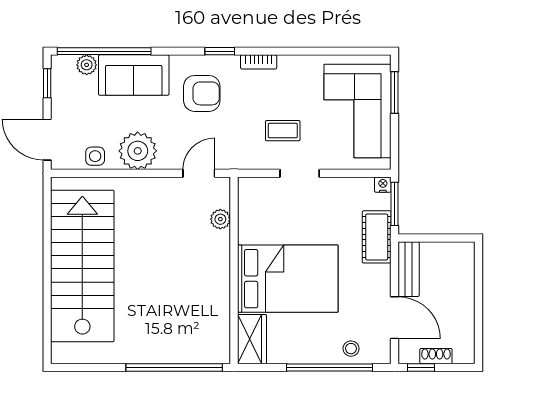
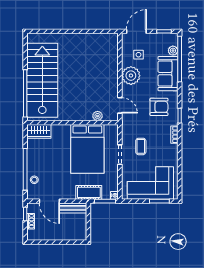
armchair: (202, 93) -> (159, 107), turned -90
side table: (95, 156) -> (139, 55), moved
stairs: (82, 266) -> (42, 80), moved, turned -90
bed: (288, 279) -> (87, 149), moved
door: (395, 318) -> (49, 201), hinge flipped

